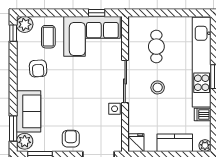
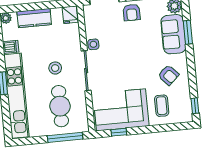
window: (154, 13) -> (65, 137), added
plant: (25, 24) -> (185, 115), removed
cafe table: (156, 47) -> (60, 106), width x1.37, depth x1.35
armchair: (38, 69) -> (168, 75), turned 140
window: (13, 129) -> (188, 32), moved

